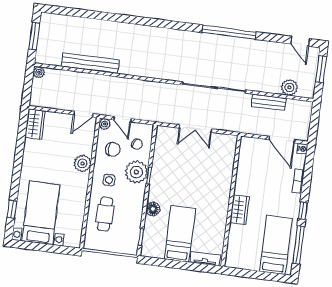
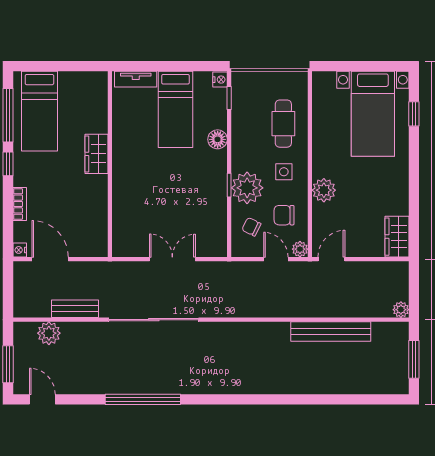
nightstand: (146, 251) -> (220, 80), added

